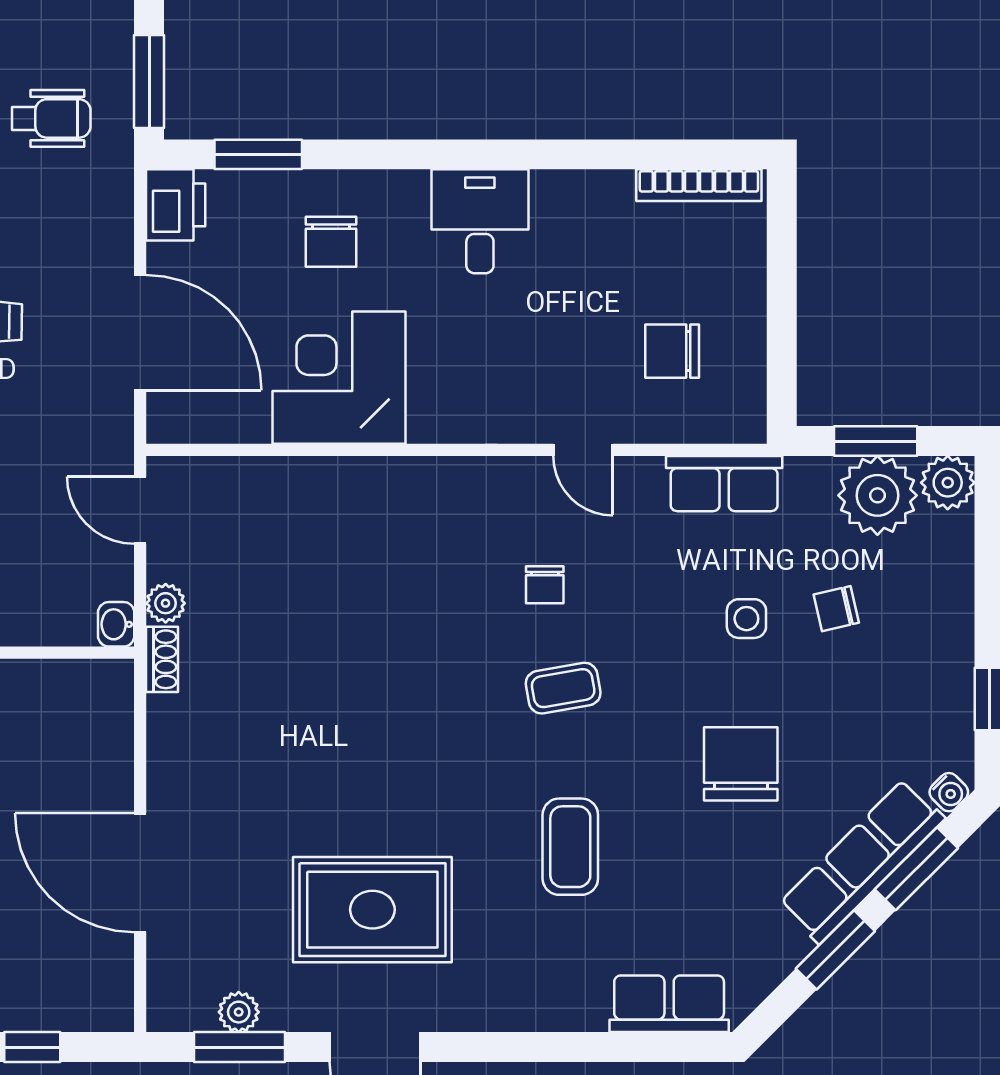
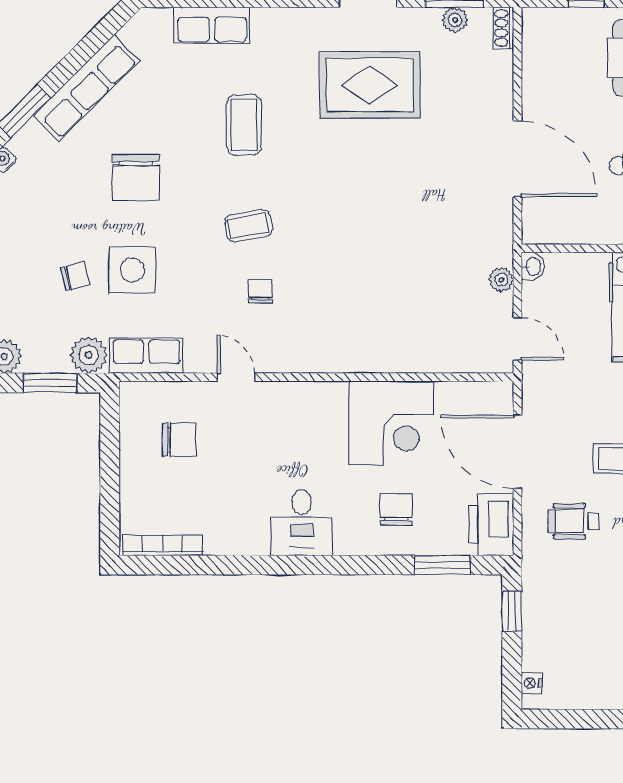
window: (149, 81) -> (512, 611), width x0.67
wheelchair: (51, 118) -> (573, 521), moved
printer: (176, 205) -> (491, 524), width x1.37, depth x1.19
plant: (877, 495) -> (89, 355), moved, width x0.73, depth x0.73
side table: (746, 619) -> (132, 270), width x1.87, depth x1.87
shoe rack: (162, 659) -> (504, 28), moved
row of seats: (862, 861) -> (86, 88), moved
door: (140, 873) -> (518, 158), moved
window: (835, 950) -> (76, 59), removed
row of seats: (669, 1004) -> (212, 25), moved

